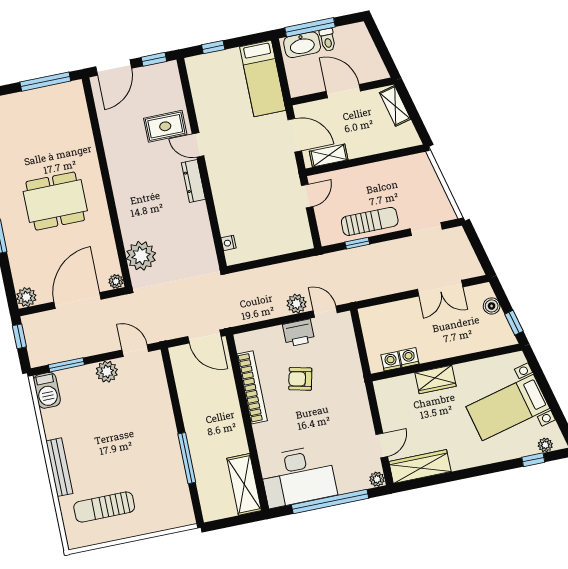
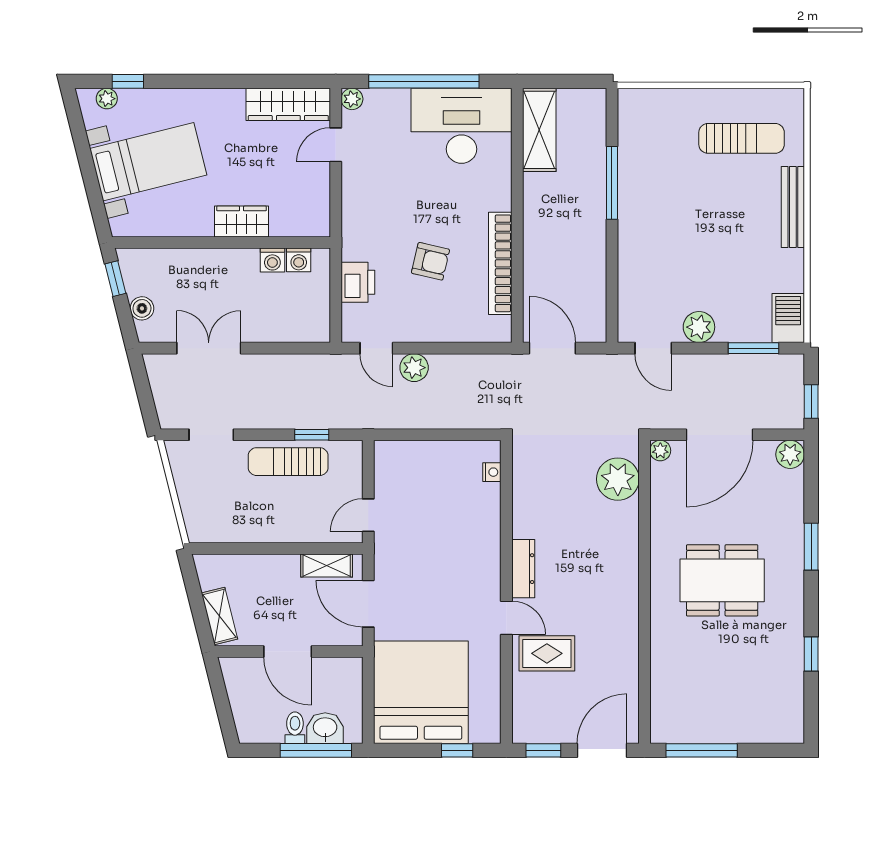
washbasin: (302, 45) -> (325, 728), width x0.72
bed: (263, 78) -> (421, 692), width x2.04
printer: (299, 333) -> (358, 282), moved, turned 90

